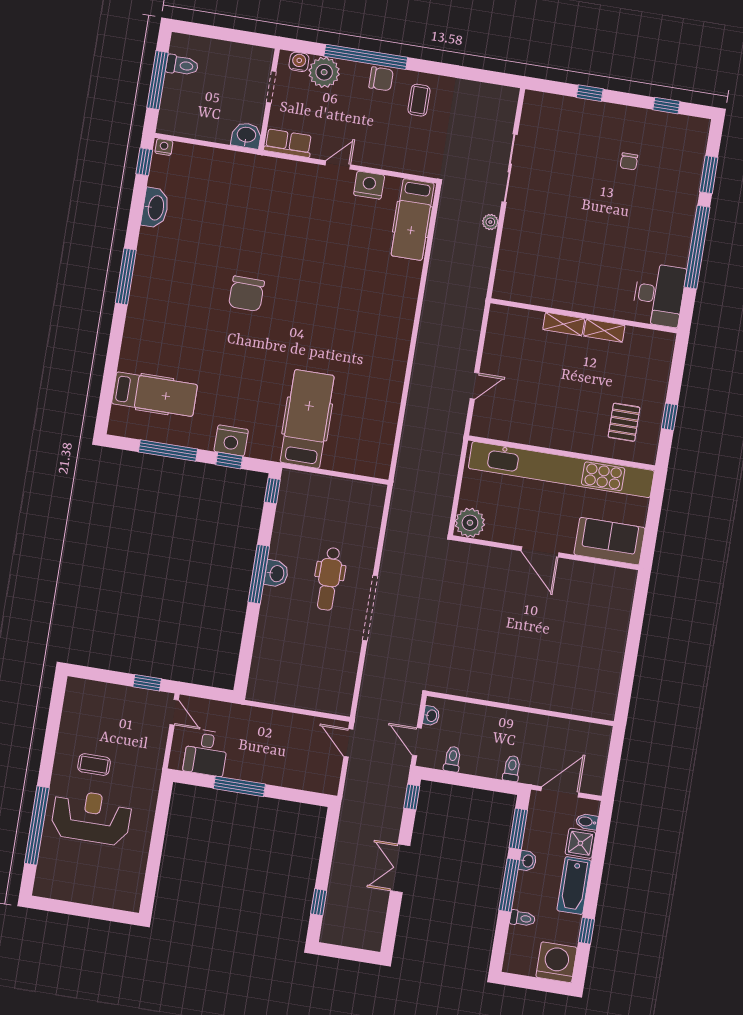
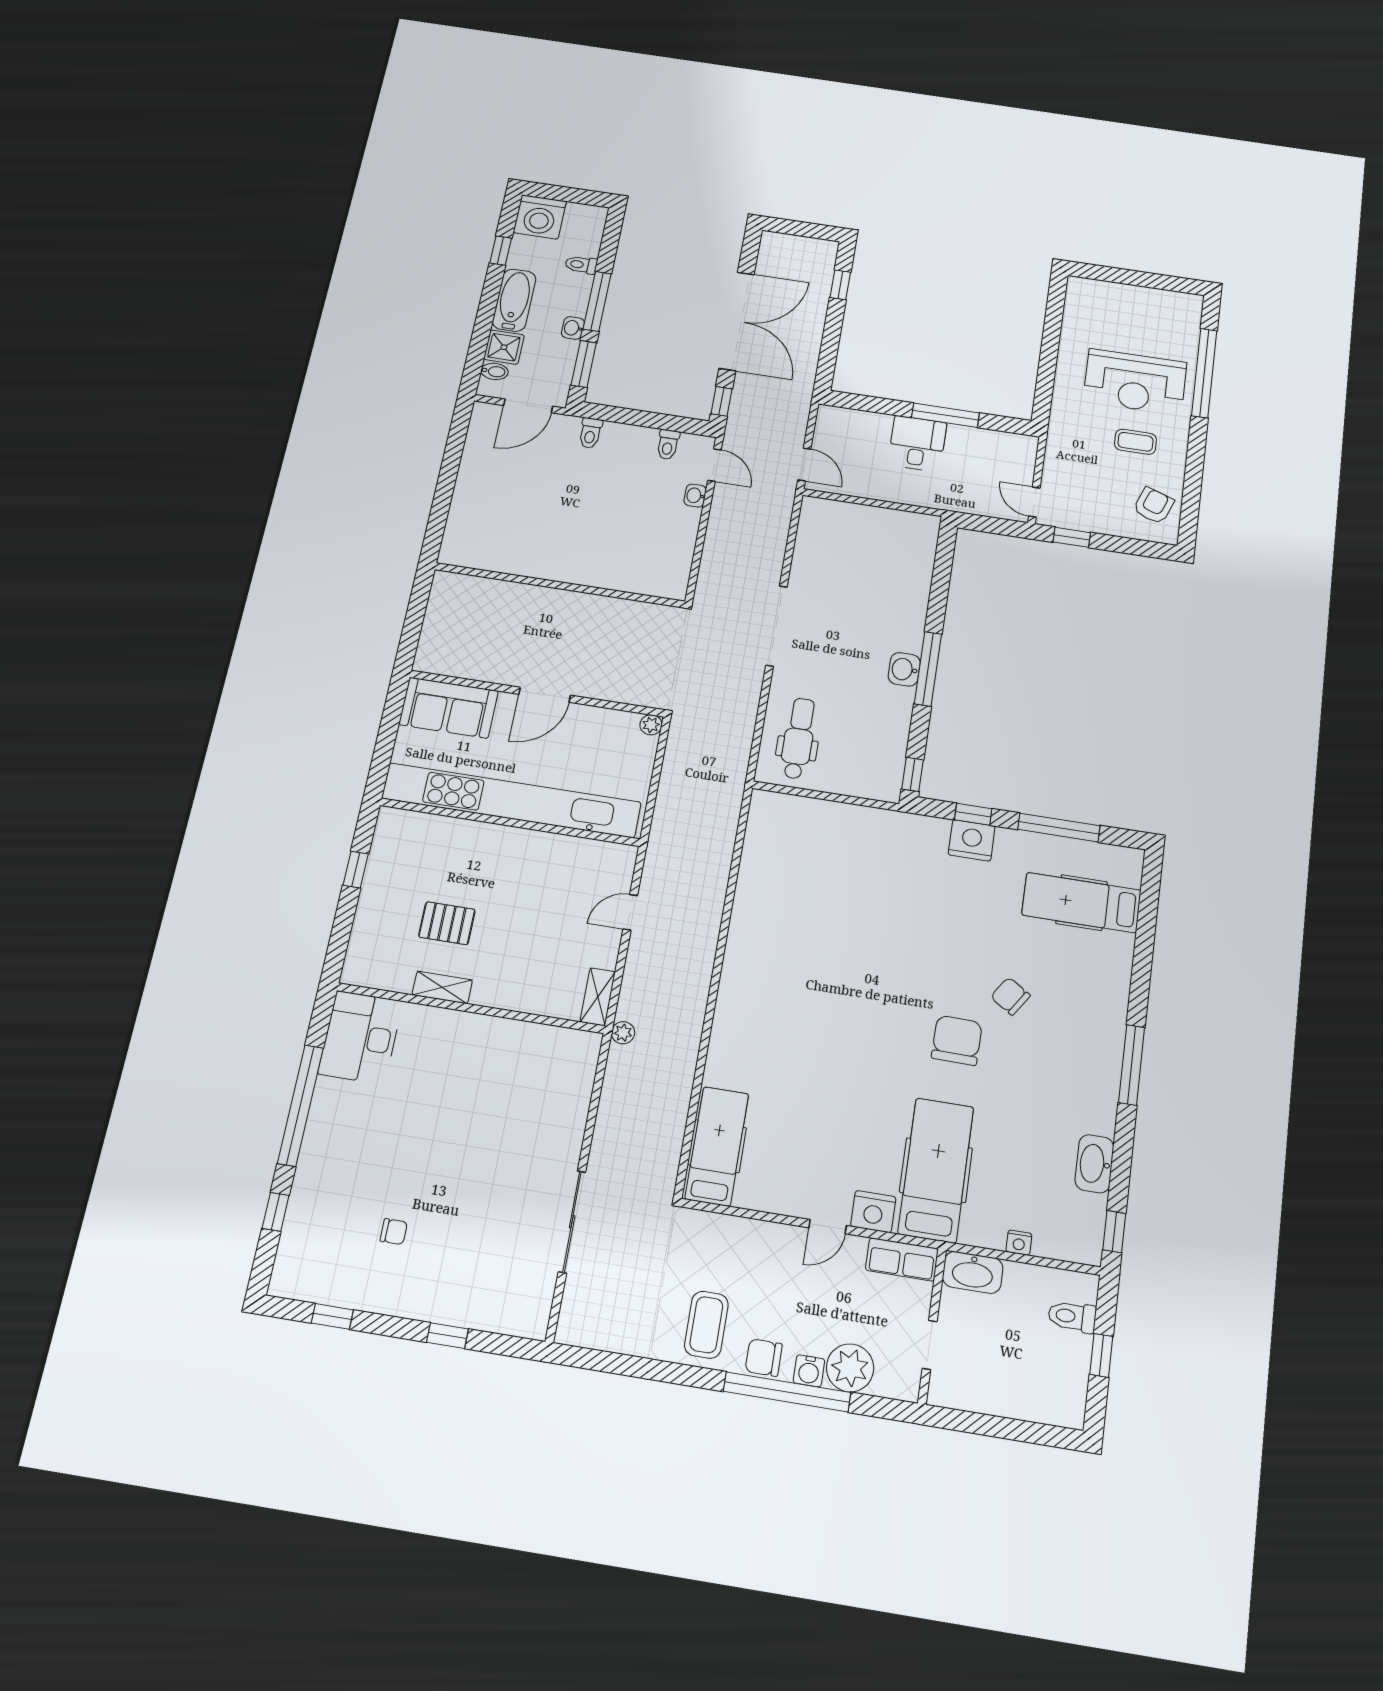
water cooler: (299, 62) -> (809, 1371), moved
toilet: (182, 65) -> (1072, 1317), moved
window: (158, 80) -> (1101, 1355), width x0.46
coffee table: (419, 100) -> (706, 1325), width x1.36, depth x1.30
washbasin: (246, 135) -> (973, 1272), width x1.38
nightstand: (164, 147) -> (1019, 1243), moved
chair: (629, 161) -> (394, 1232), turned 90
window: (709, 175) -> (276, 1212), width x0.67
nightstand: (369, 185) -> (873, 1212), moved
plant: (490, 222) -> (623, 1033), moved
shelving: (564, 324) -> (598, 997), moved, turned 90
chair: (208, 325) -> (1010, 996), added
hospital bed: (307, 419) -> (936, 1170), moved, turned 180
pallet: (624, 422) -> (447, 923), moved, turned 90
plant: (470, 523) -> (651, 725), width x0.53, depth x0.53
door: (540, 552) -> (545, 695), swing flipped
dental chair: (329, 579) -> (798, 738), moved
wall: (520, 709) -> (560, 585), moved
armchair: (84, 710) -> (1154, 506), added
desk: (206, 752) -> (917, 444), moved
double door: (400, 868) -> (737, 321), width x1.87

